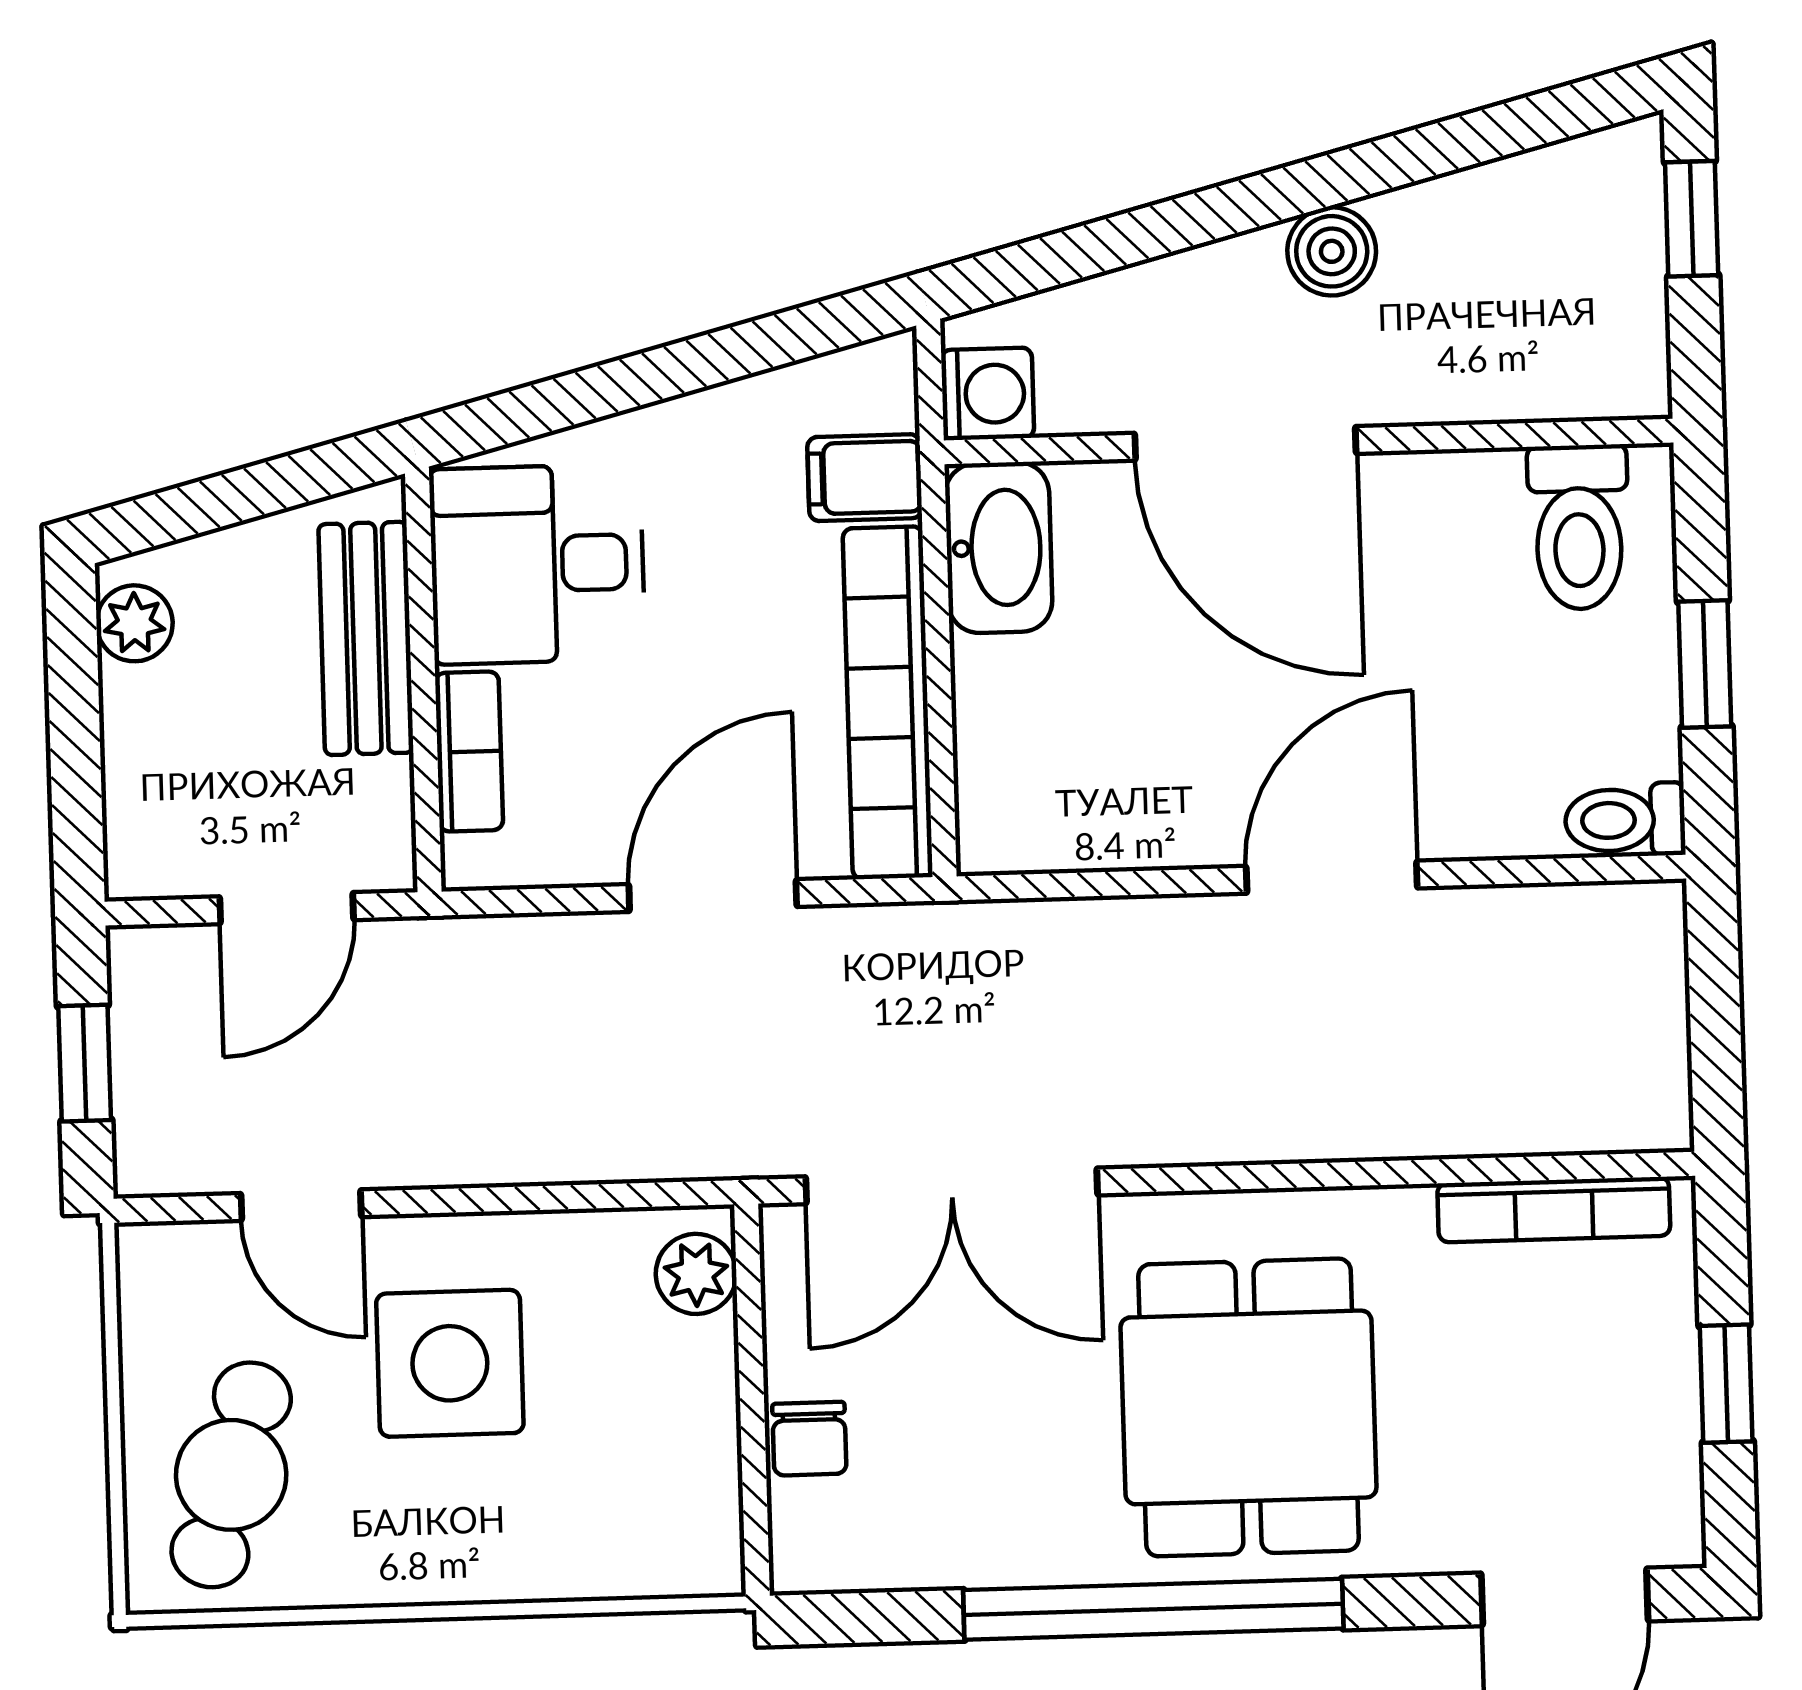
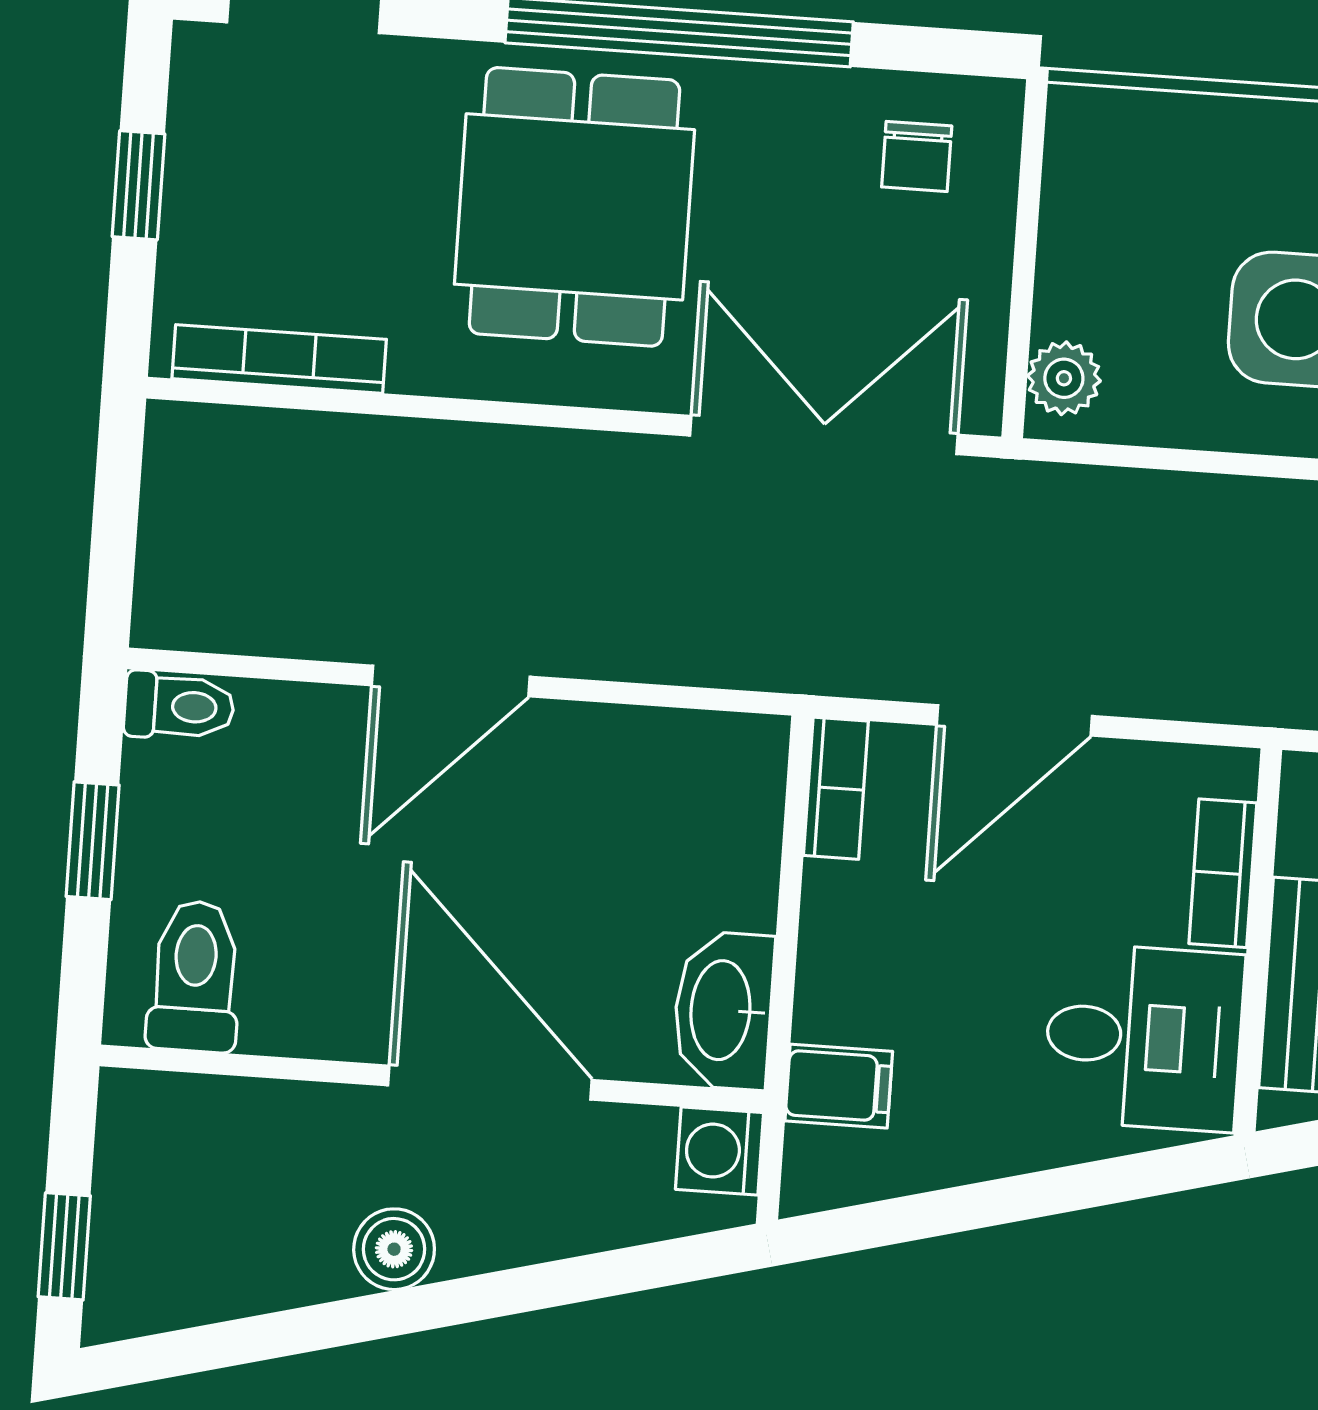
bookcase: (888, 703) -> (836, 788), width x0.43, depth x0.76
chair: (809, 1439) -> (917, 156), moved, turned 180

